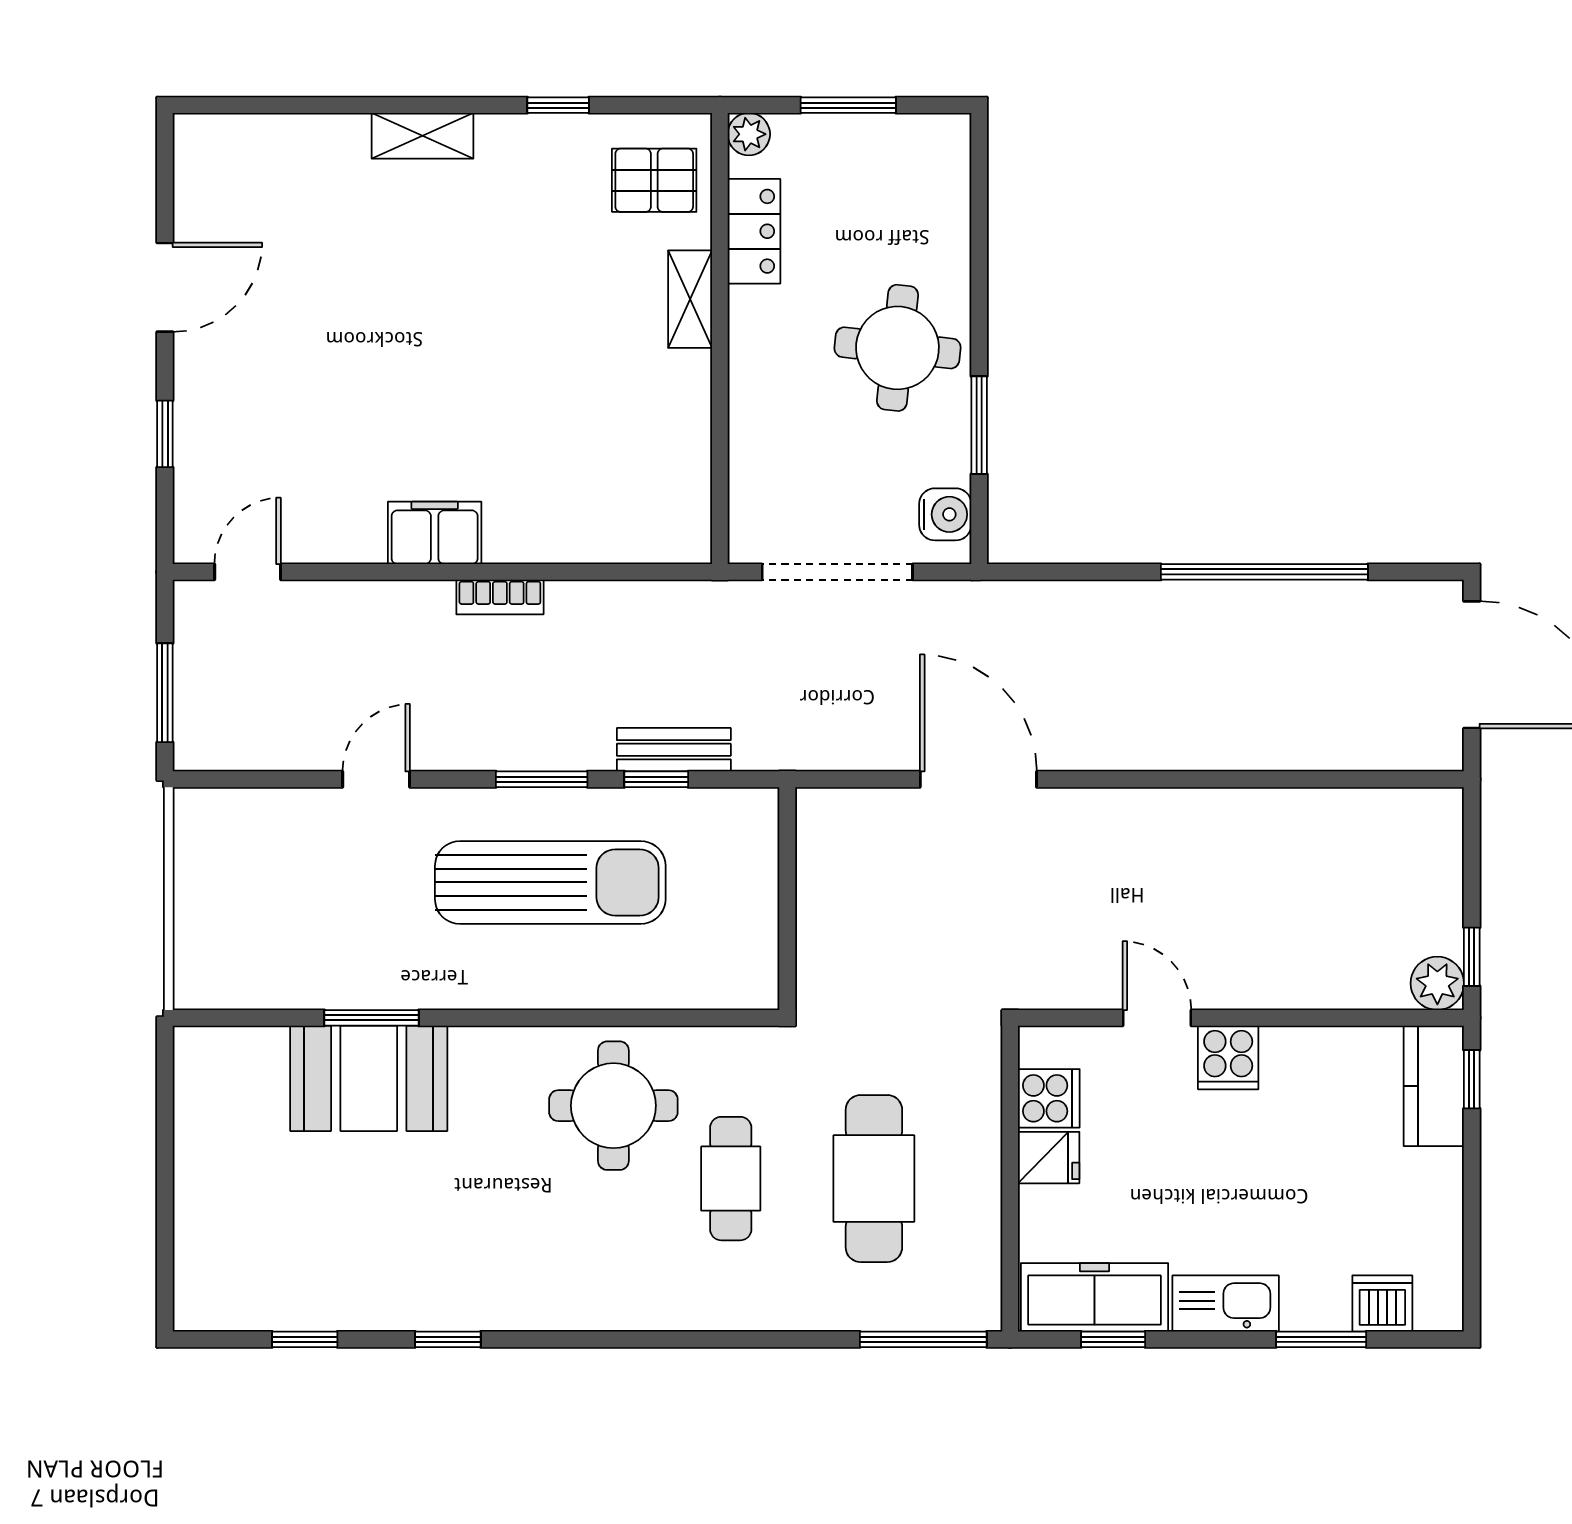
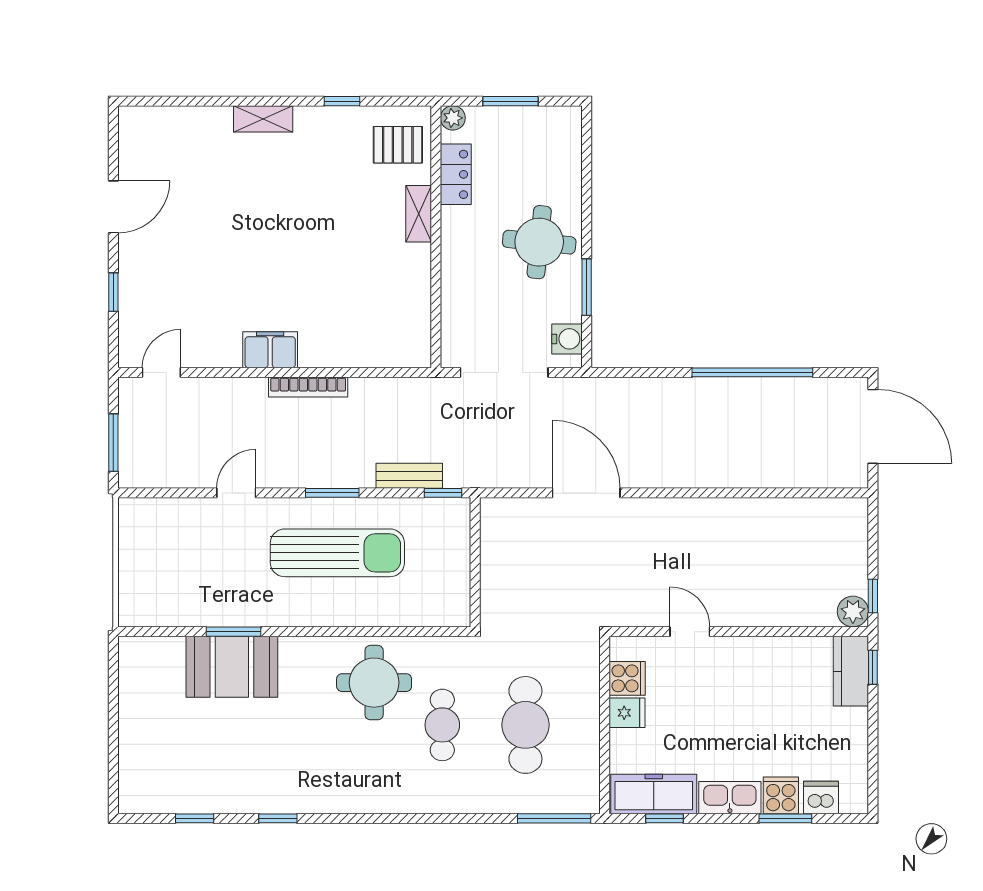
bookcase: (500, 597) -> (308, 387), width x1.56
window: (656, 779) -> (443, 493), moved
cooker: (1228, 1057) -> (781, 795), moved, turned 180

